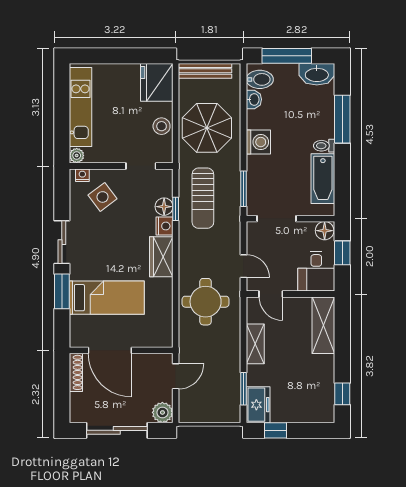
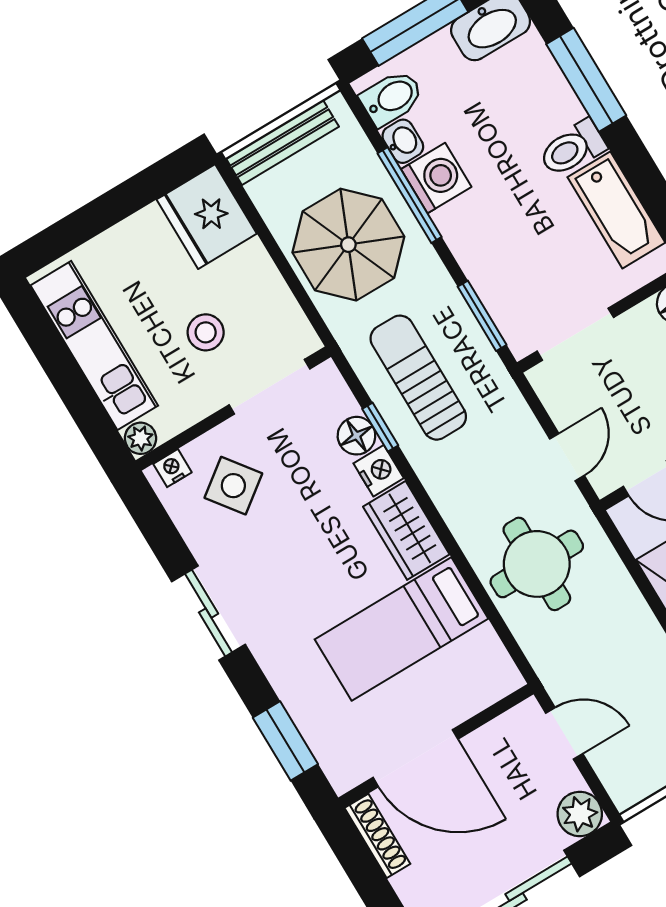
window: (243, 123) -> (410, 195), added
stool: (162, 126) -> (206, 332), moved
washing machine: (258, 142) -> (436, 178), moved
toilet: (324, 146) -> (572, 148), width x1.37, depth x1.39
doorway: (141, 166) -> (269, 387), width x1.38
sun lounger: (203, 198) -> (418, 378), turned 180
door: (243, 266) -> (567, 457), hinge flipped
window: (62, 291) -> (285, 741), moved
bed: (107, 298) -> (401, 629), moved, turned 180
door: (176, 376) -> (564, 733), hinge flipped

